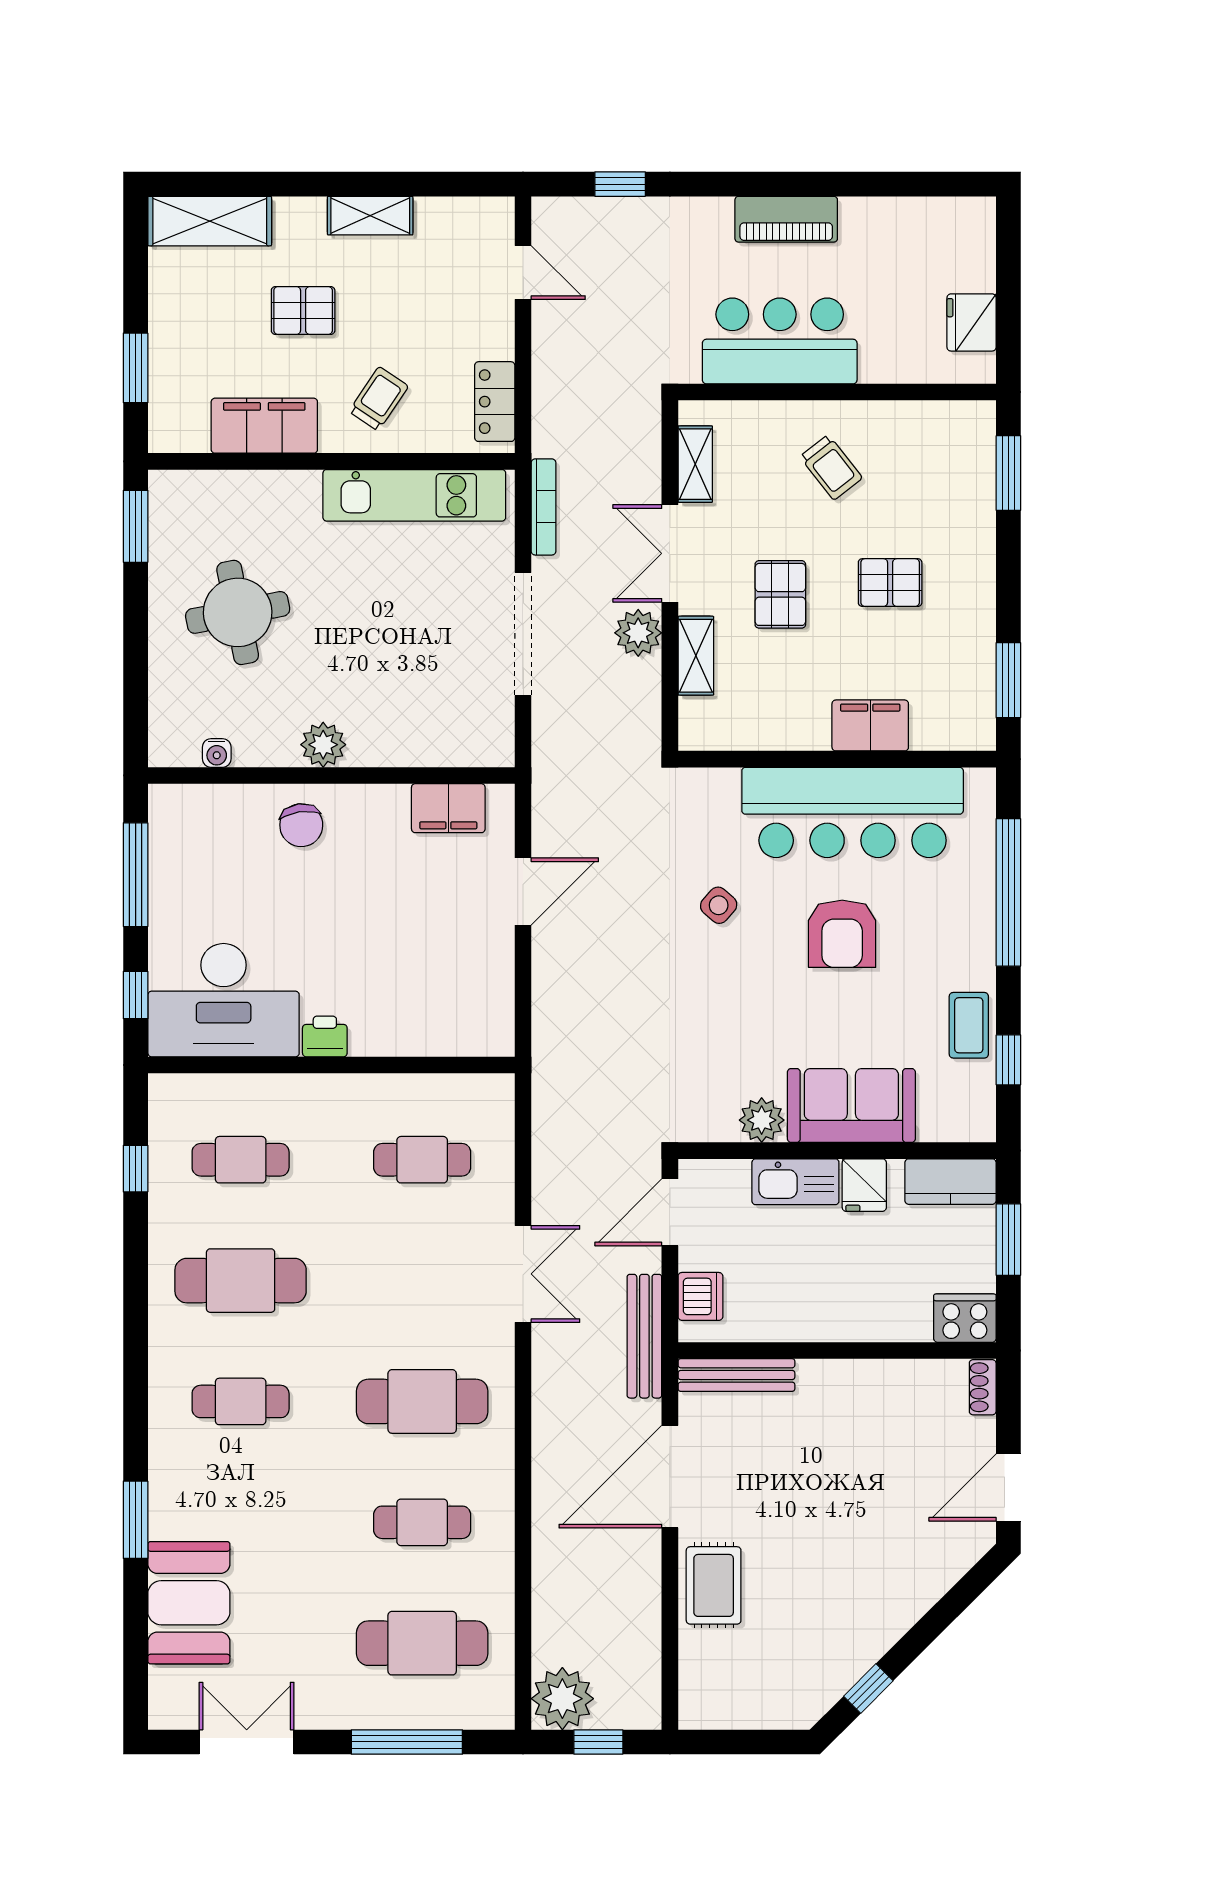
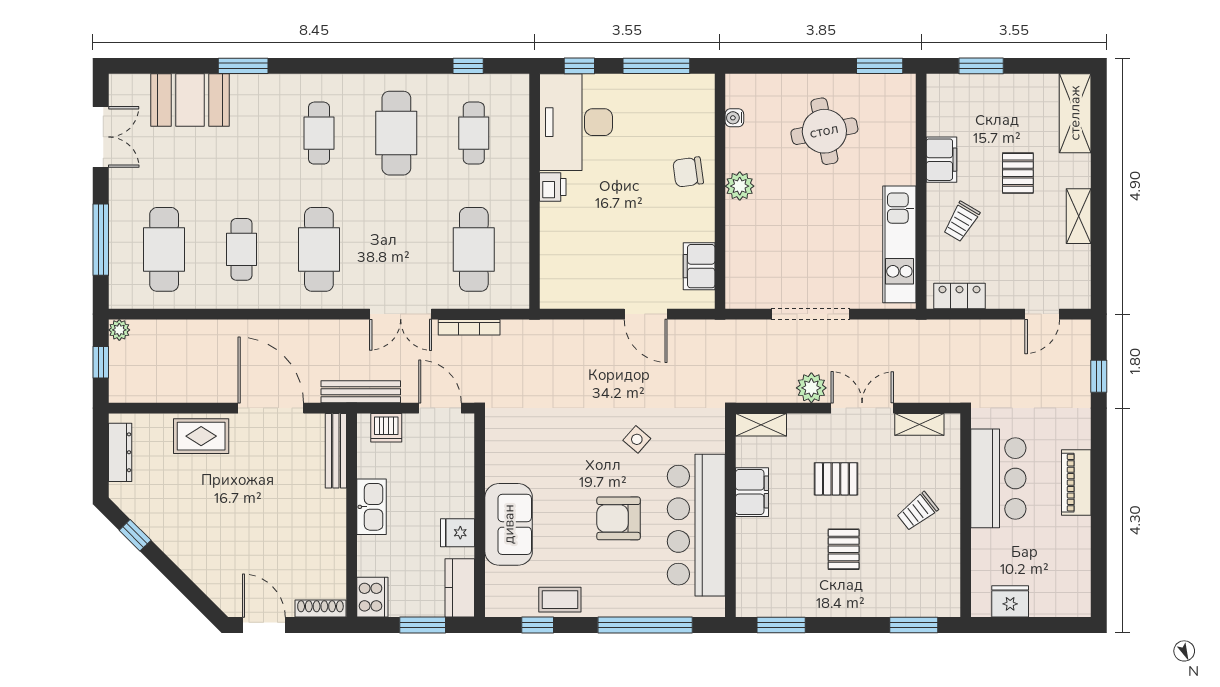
trolley: (379, 399) -> (961, 222), turned 87
filing cabinet: (264, 426) -> (942, 160), width x0.67, depth x0.86
bookcase: (544, 507) -> (469, 327), moved
shelving: (696, 656) -> (761, 425), moved
filing cabinet: (870, 725) -> (752, 492), moved
plant: (762, 1120) -> (499, 467), removed
cafe table: (422, 1160) -> (474, 249), width x1.37, depth x1.35
kitchen sink: (795, 1182) -> (372, 507), moved, turned 180
shoe rack: (983, 1387) -> (320, 609), width x1.43
plant: (562, 1699) -> (119, 330), width x0.53, depth x0.53
dresser: (739, 1712) -> (120, 452), added

